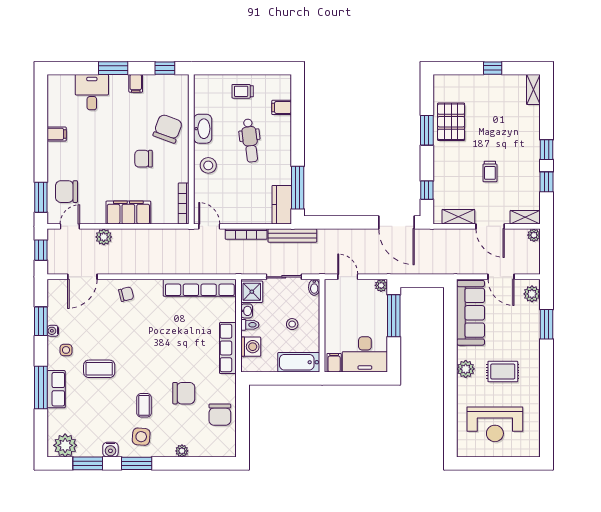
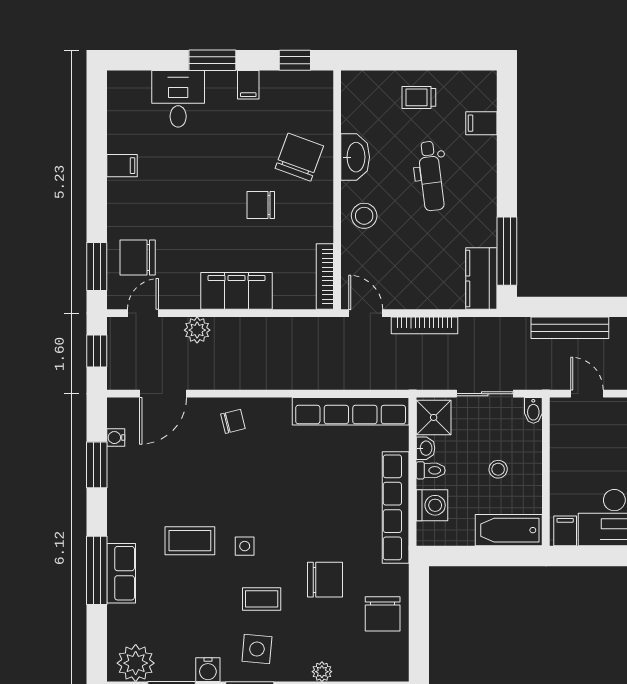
bench: (292, 236) -> (570, 328), moved
water cooler: (53, 331) -> (116, 438), moved
row of seats: (228, 348) -> (396, 507), width x1.36
side table: (66, 350) -> (245, 546), moved
coffee table: (144, 405) -> (262, 599), turned 90

